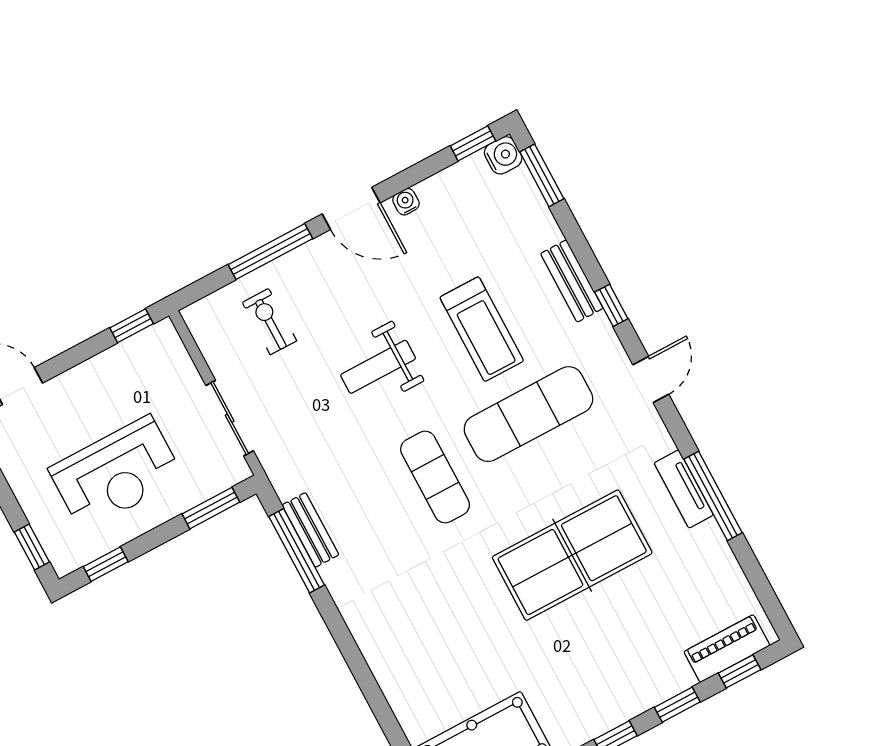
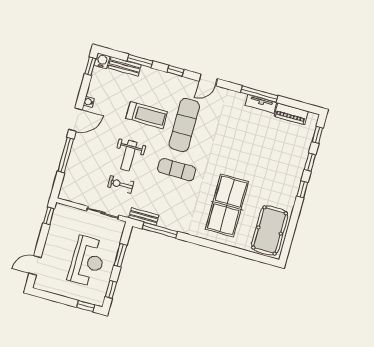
window: (542, 175) -> (140, 61), moved
bench: (572, 281) -> (125, 66), moved
exercise bike: (269, 322) -> (121, 184), moved
door: (651, 379) -> (208, 80), swing flipped
tv unit: (684, 489) -> (261, 104), moved
window: (211, 508) -> (120, 255), moved
bench: (310, 530) -> (144, 217), moved
table tennis table: (572, 555) -> (227, 205), moved
piano: (727, 649) -> (291, 114), moved, turned -90

